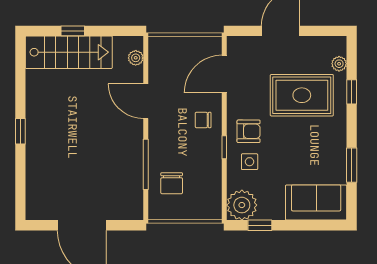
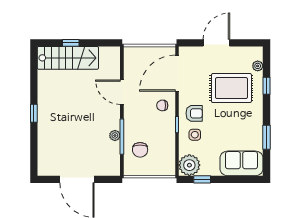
plant: (136, 58) -> (115, 135), moved
door: (224, 74) -> (177, 73), width x1.36

